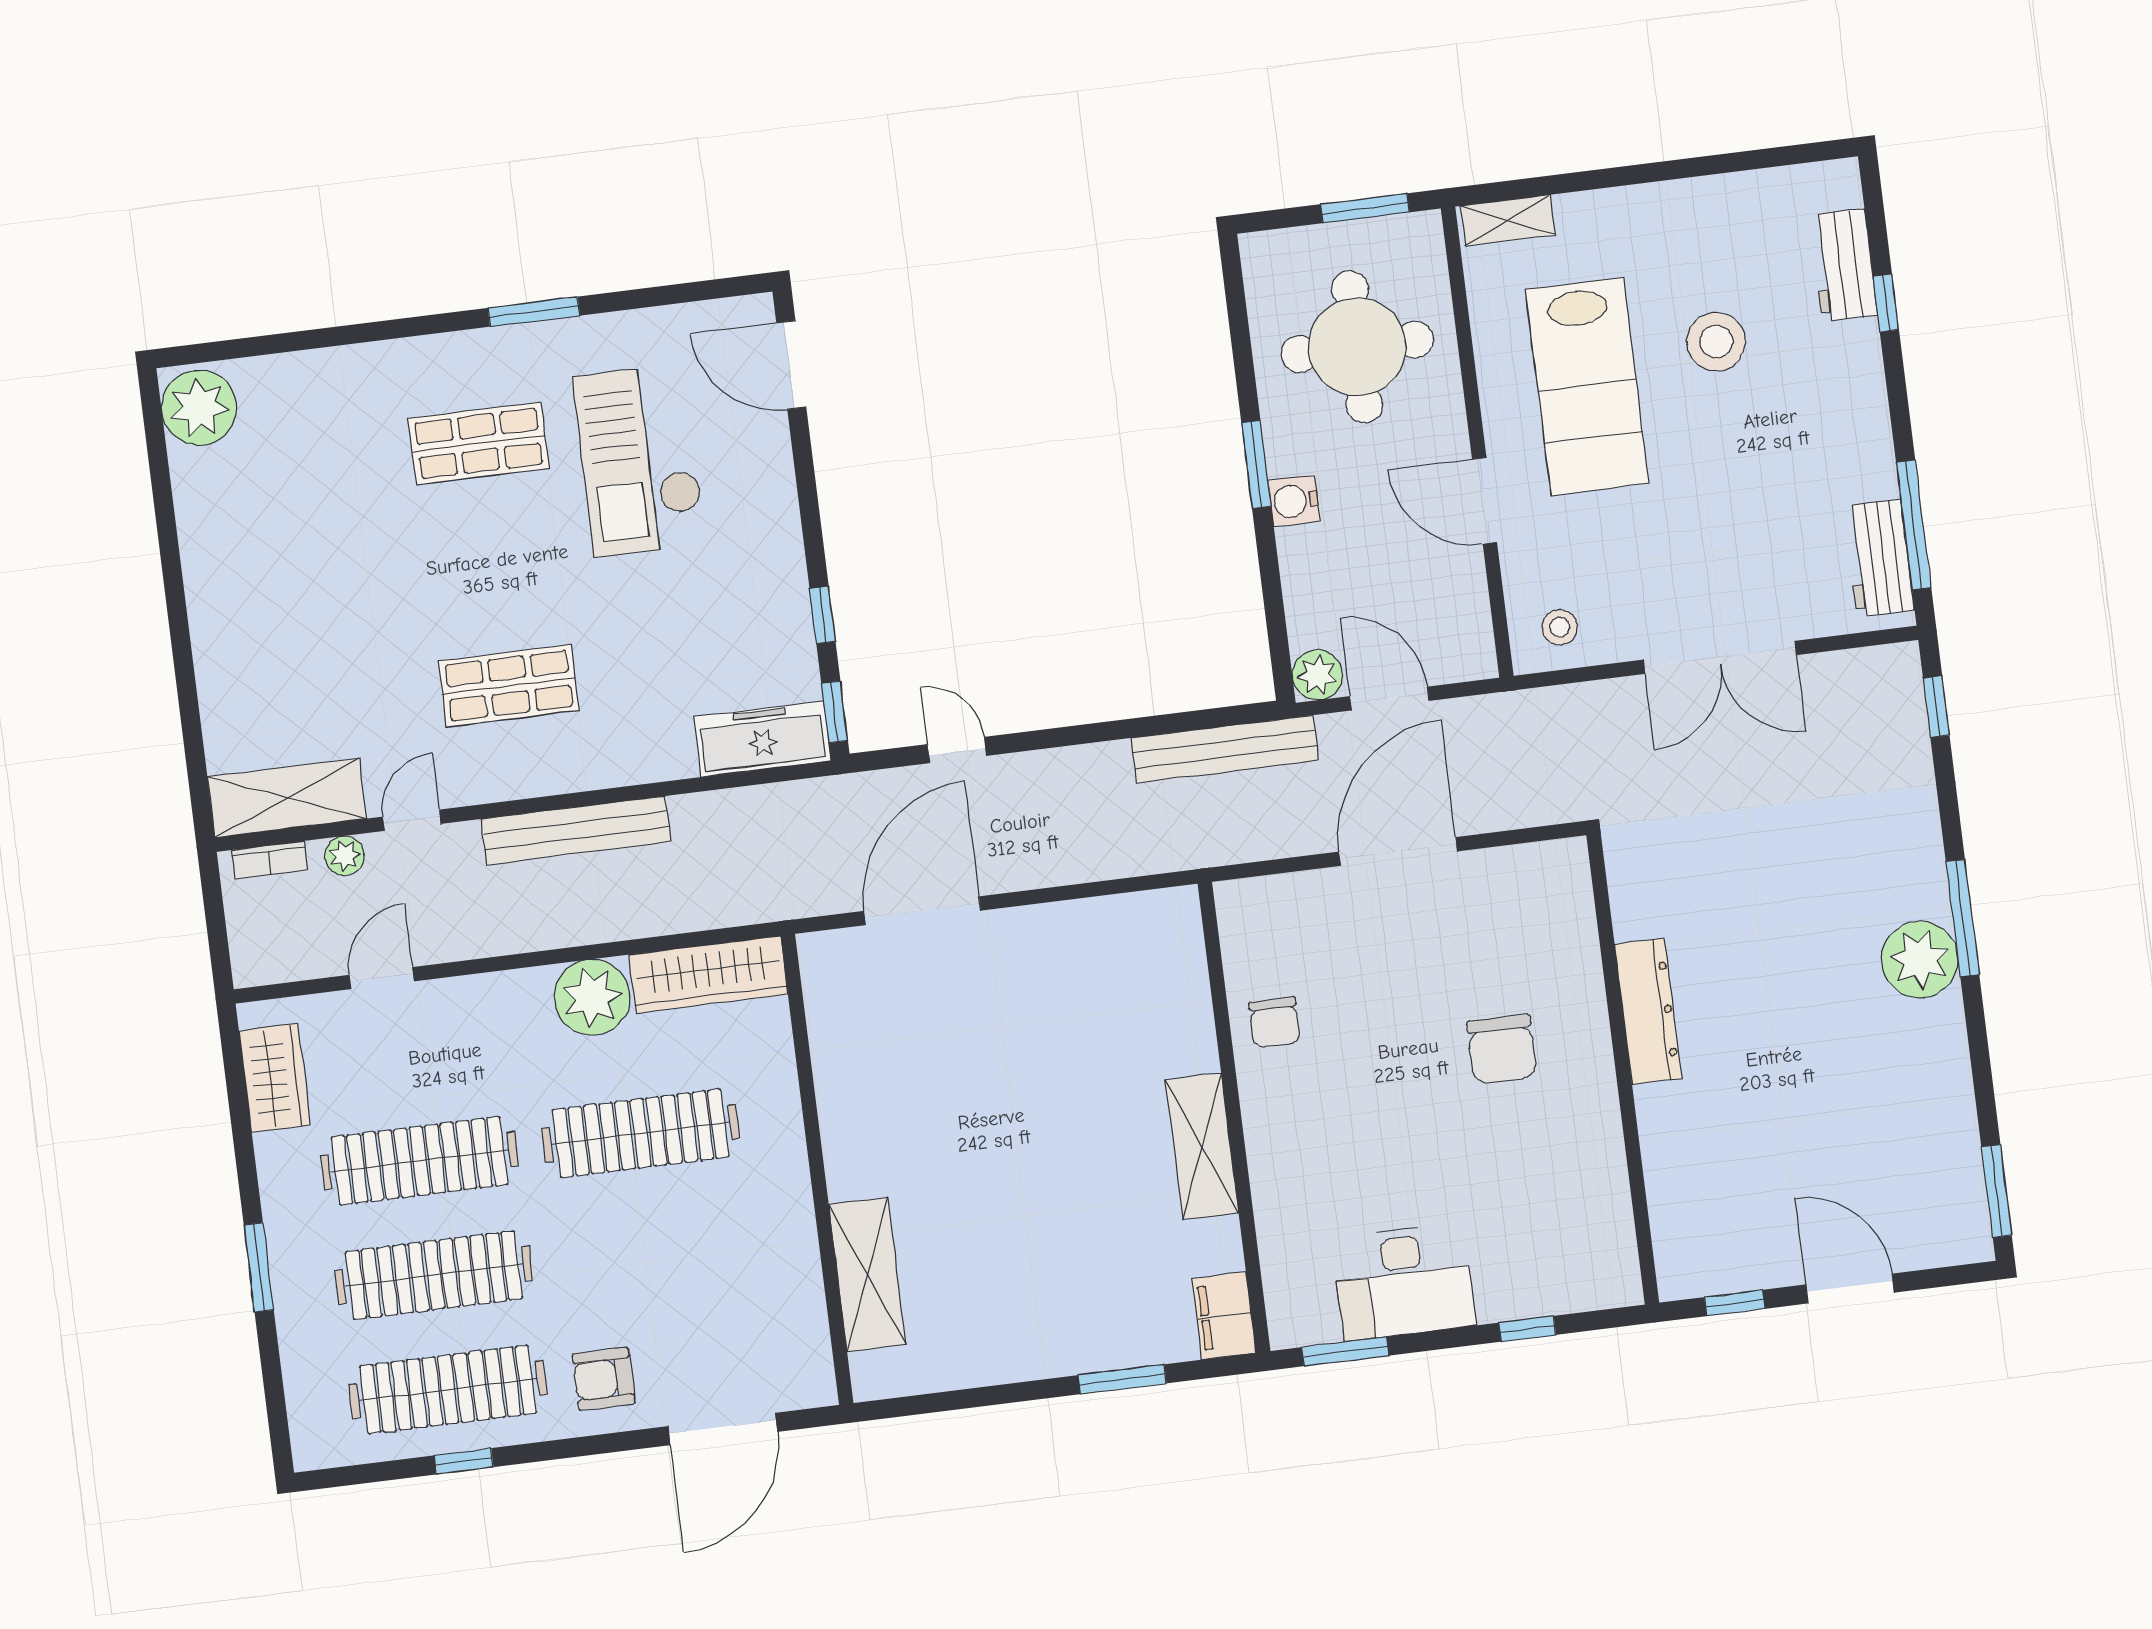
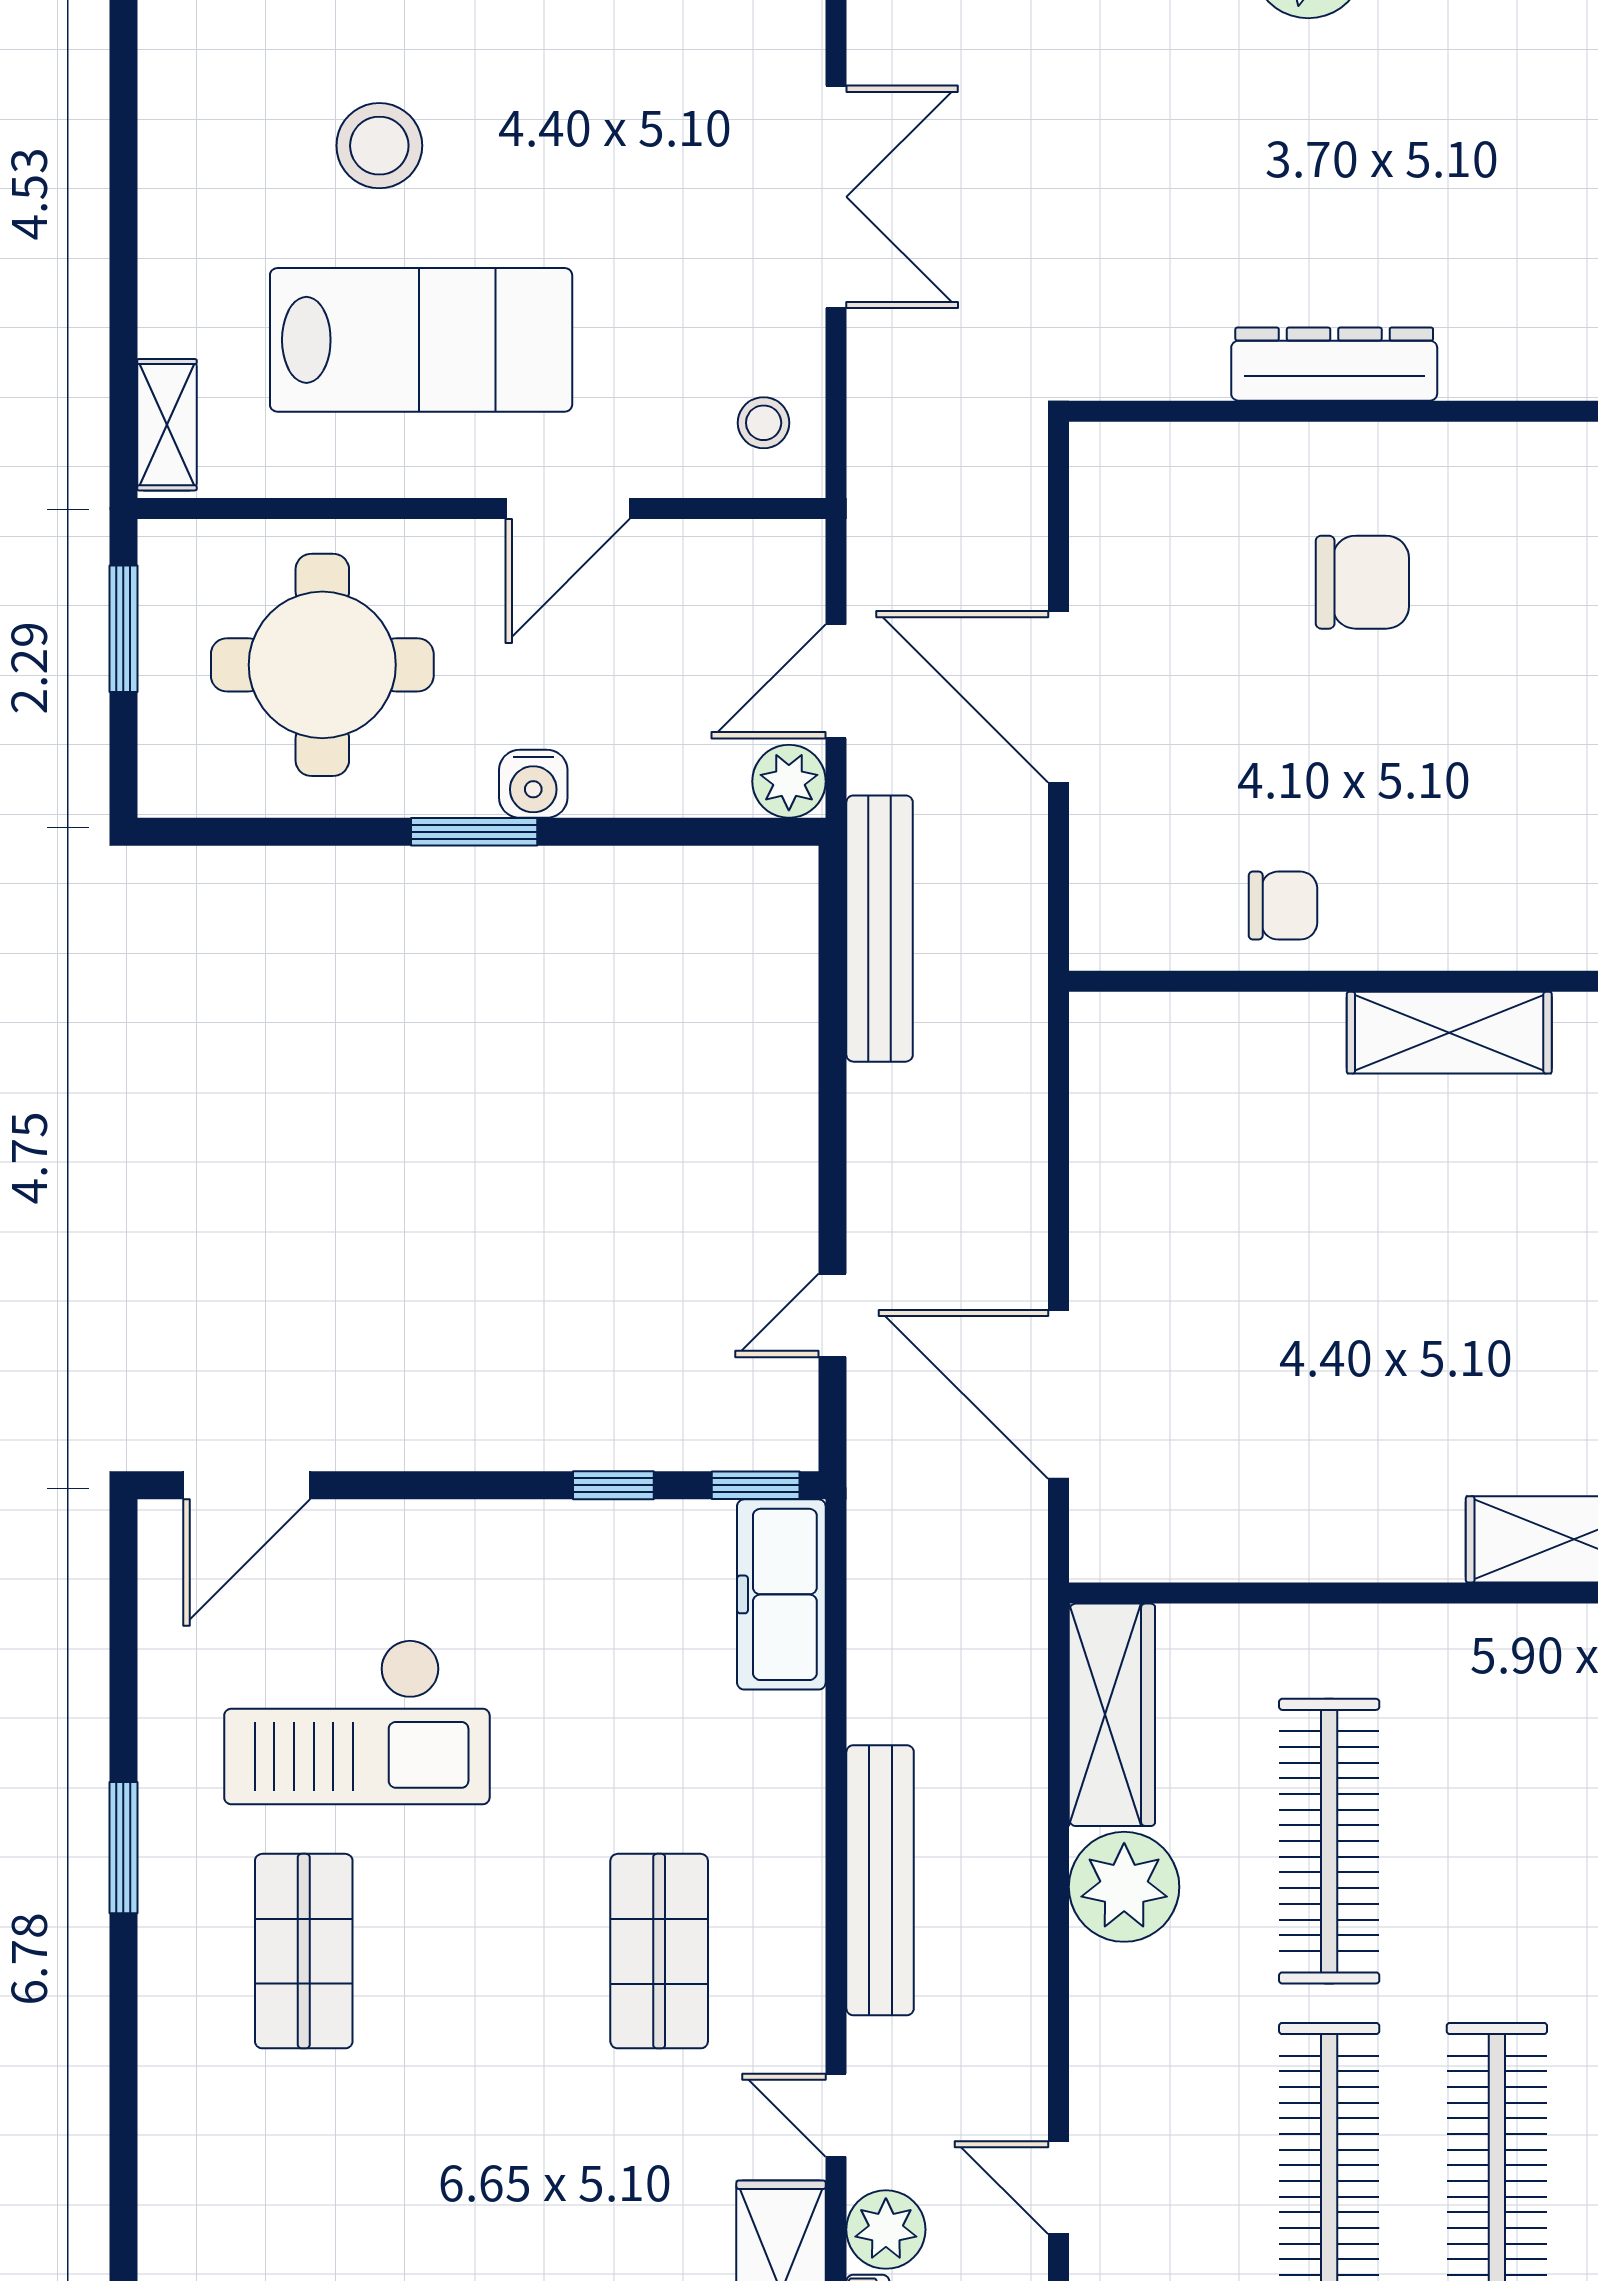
plant: (345, 856) -> (886, 2230), width x1.38, depth x1.38

